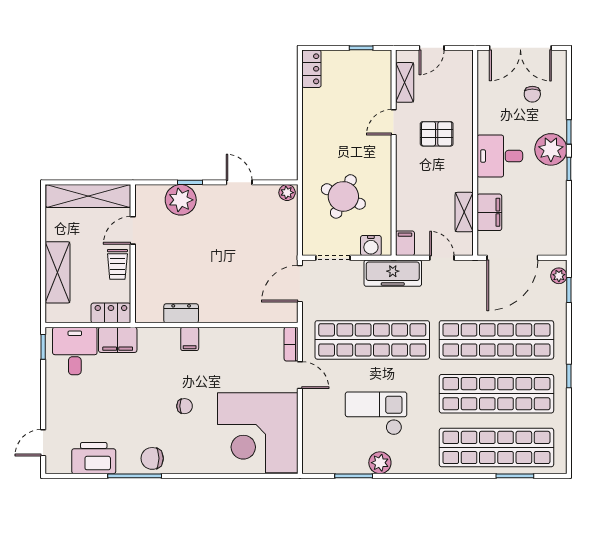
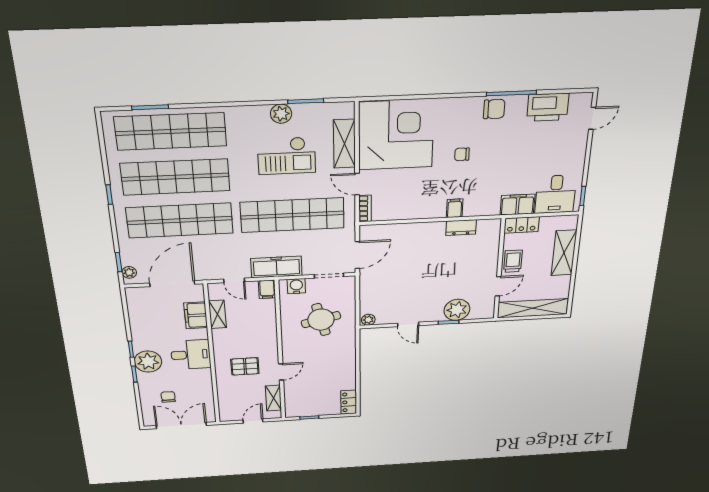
round table: (343, 196) -> (321, 320), turned -38
shelving: (313, 425) -> (344, 144), added

